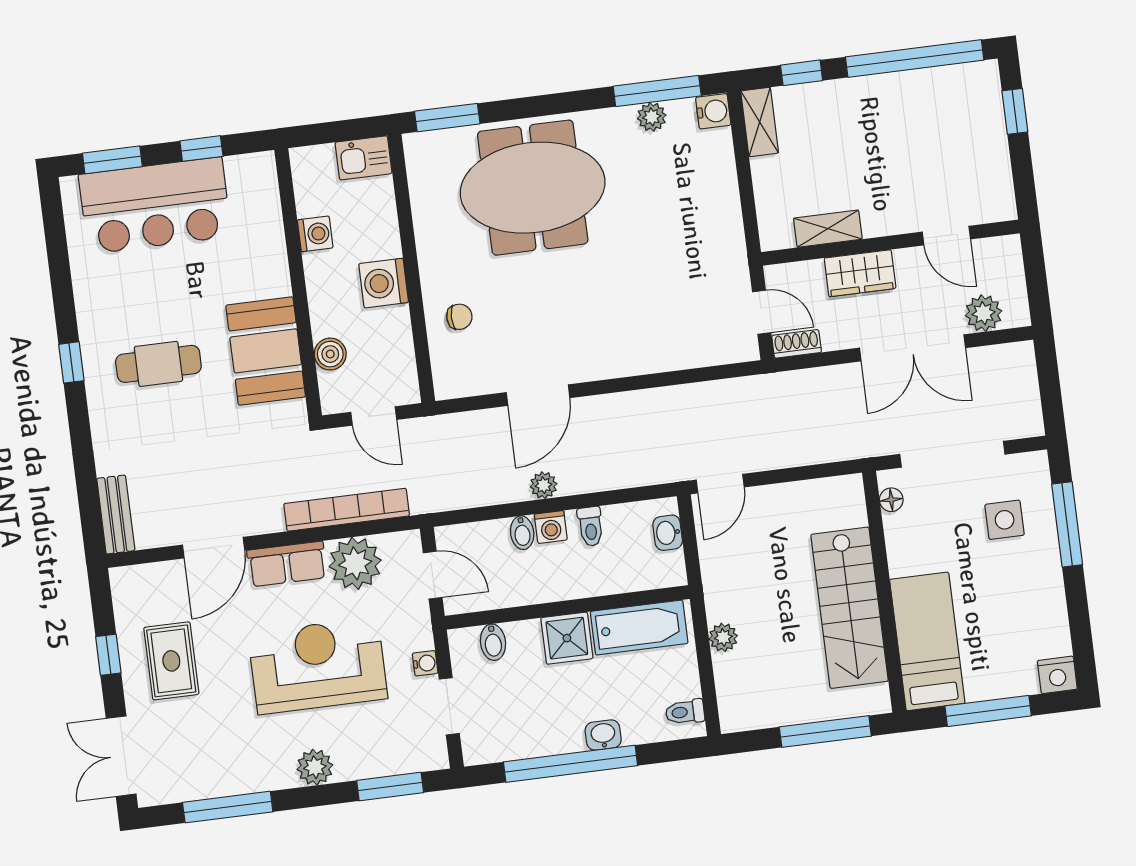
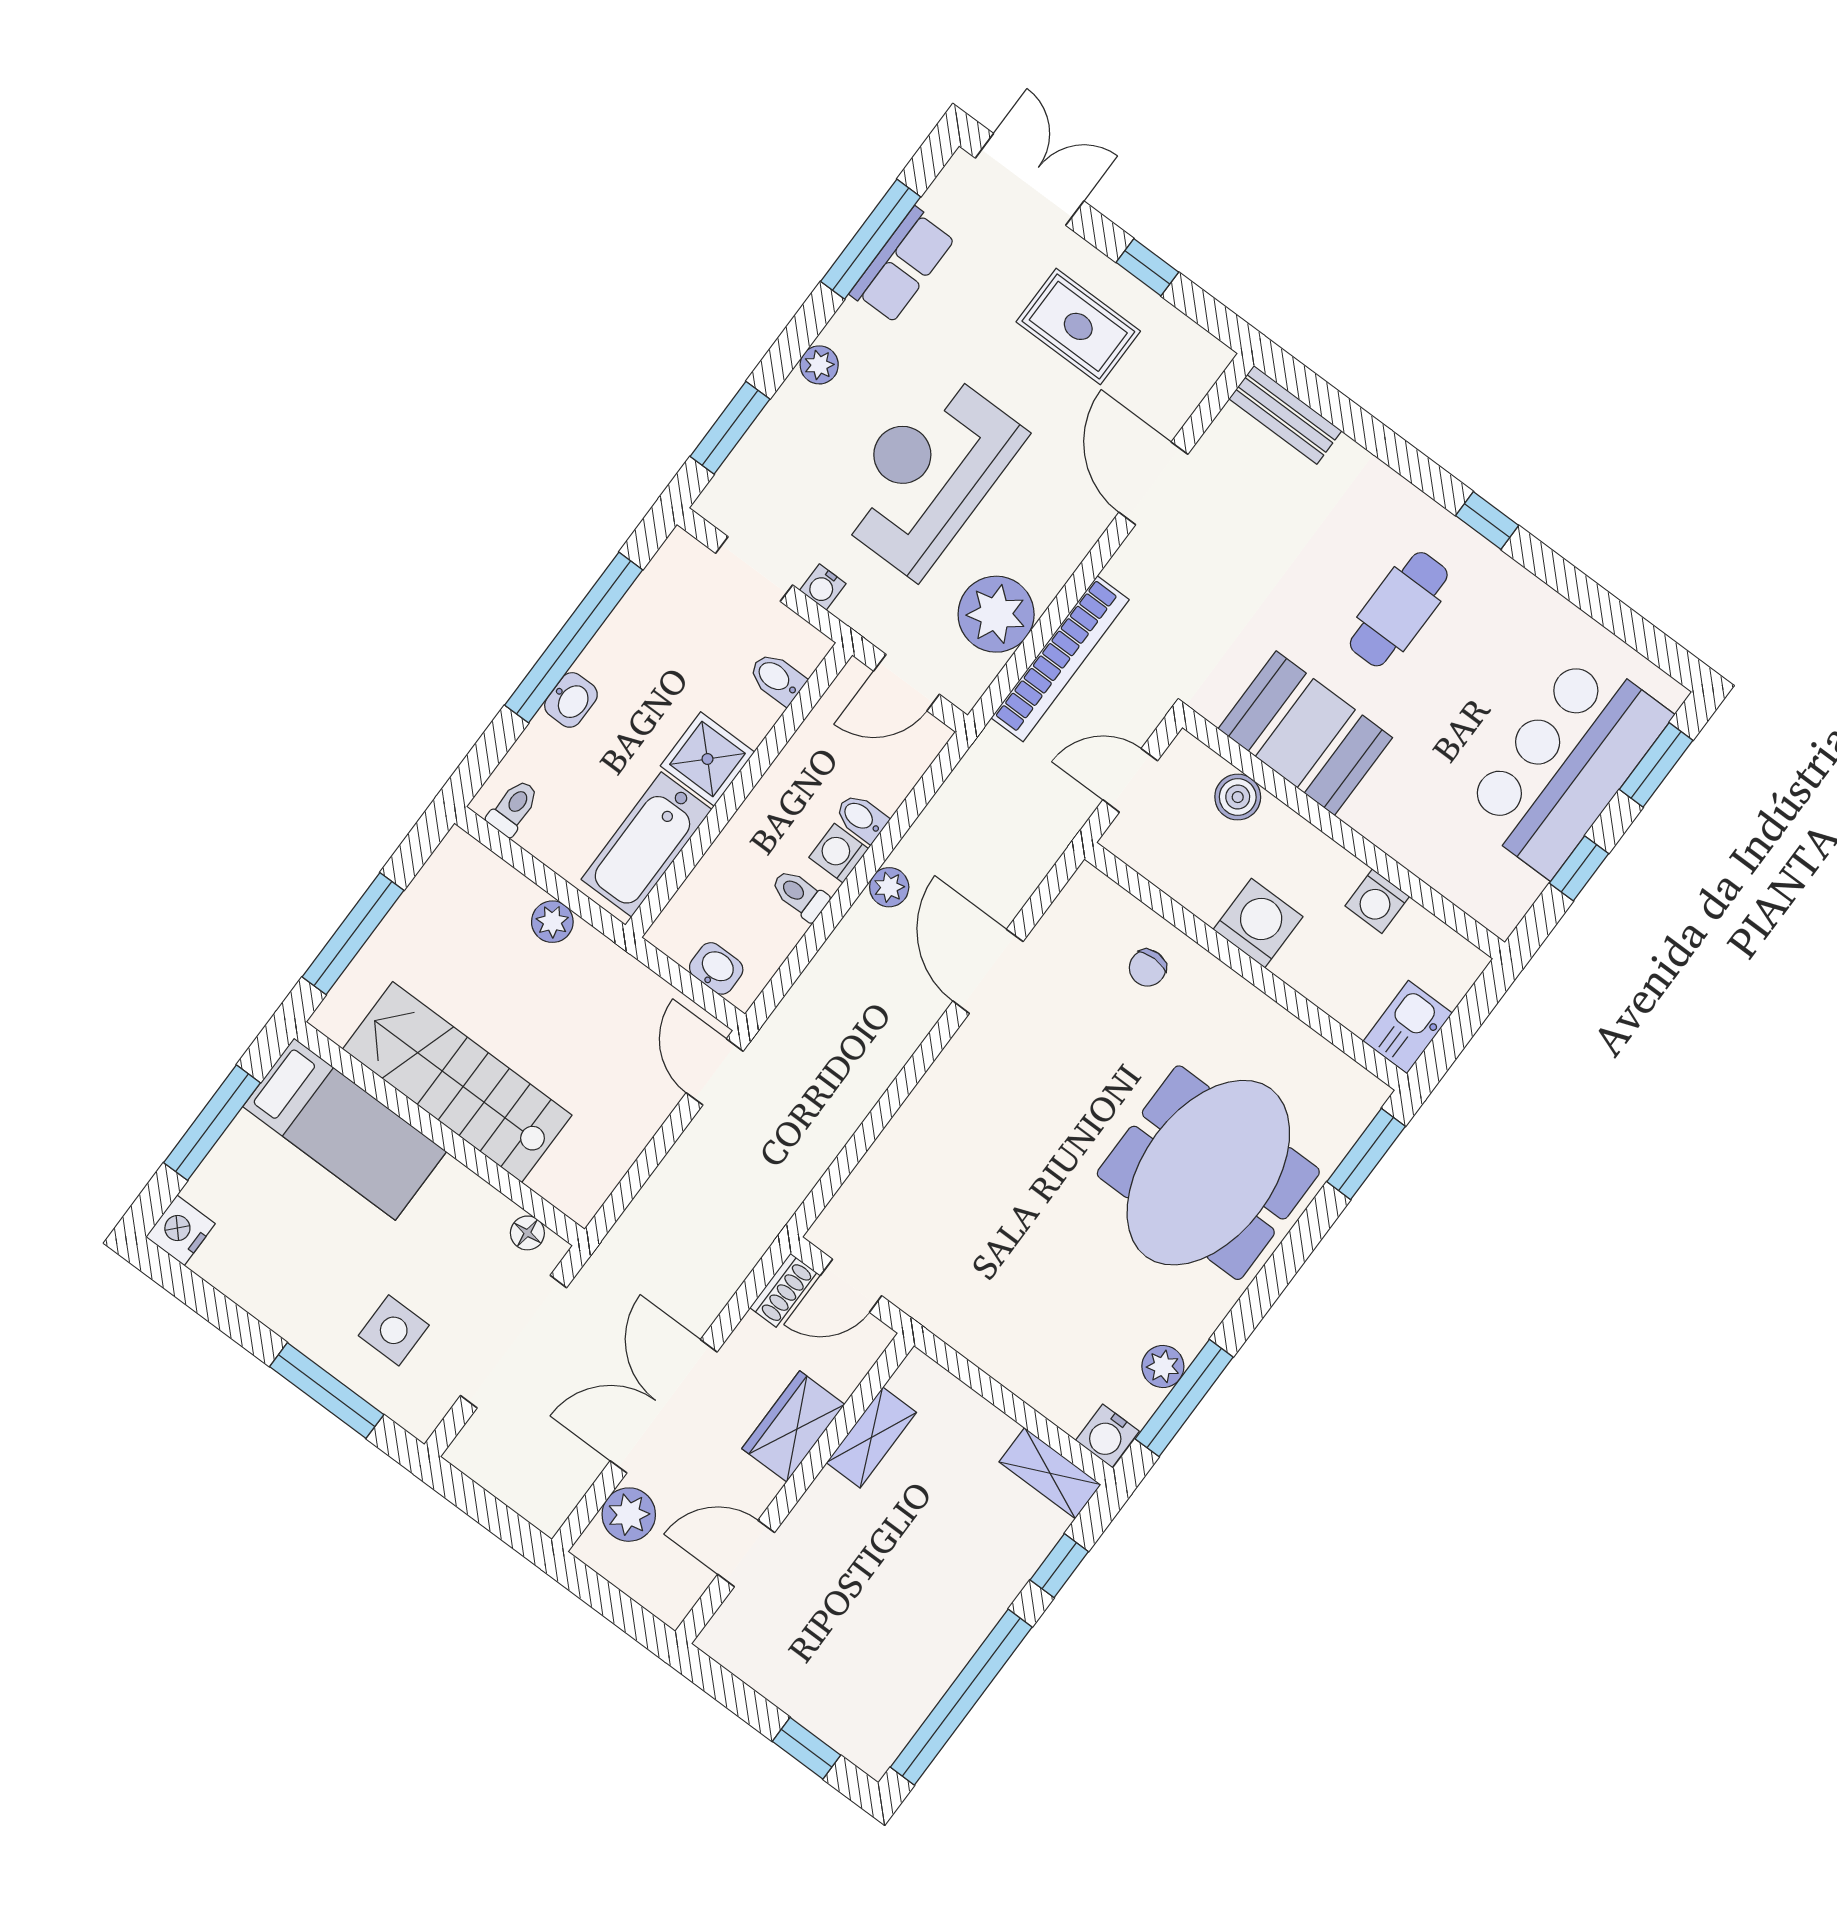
row of seats: (287, 564) -> (903, 265), moved, turned 180
reception desk: (318, 666) -> (927, 473), turned 180
plant: (315, 767) -> (819, 365), width x0.73, depth x0.73

